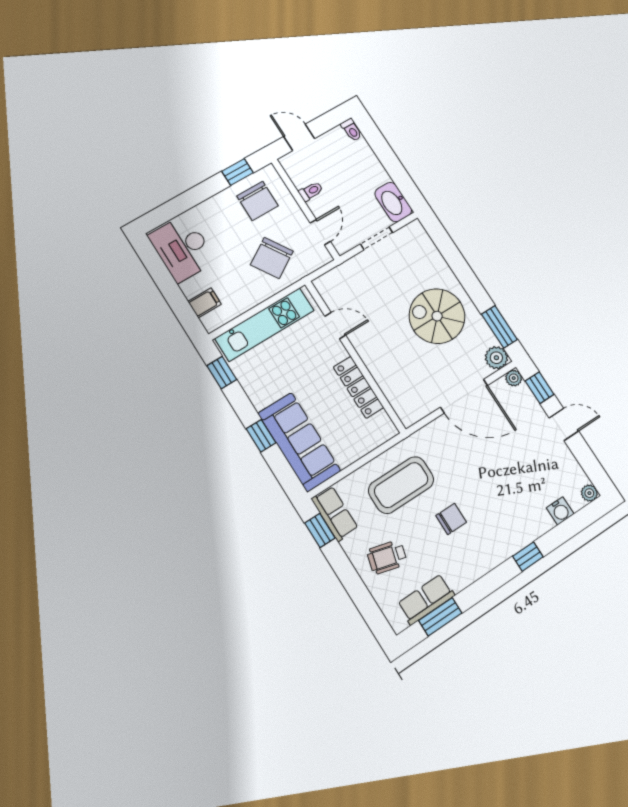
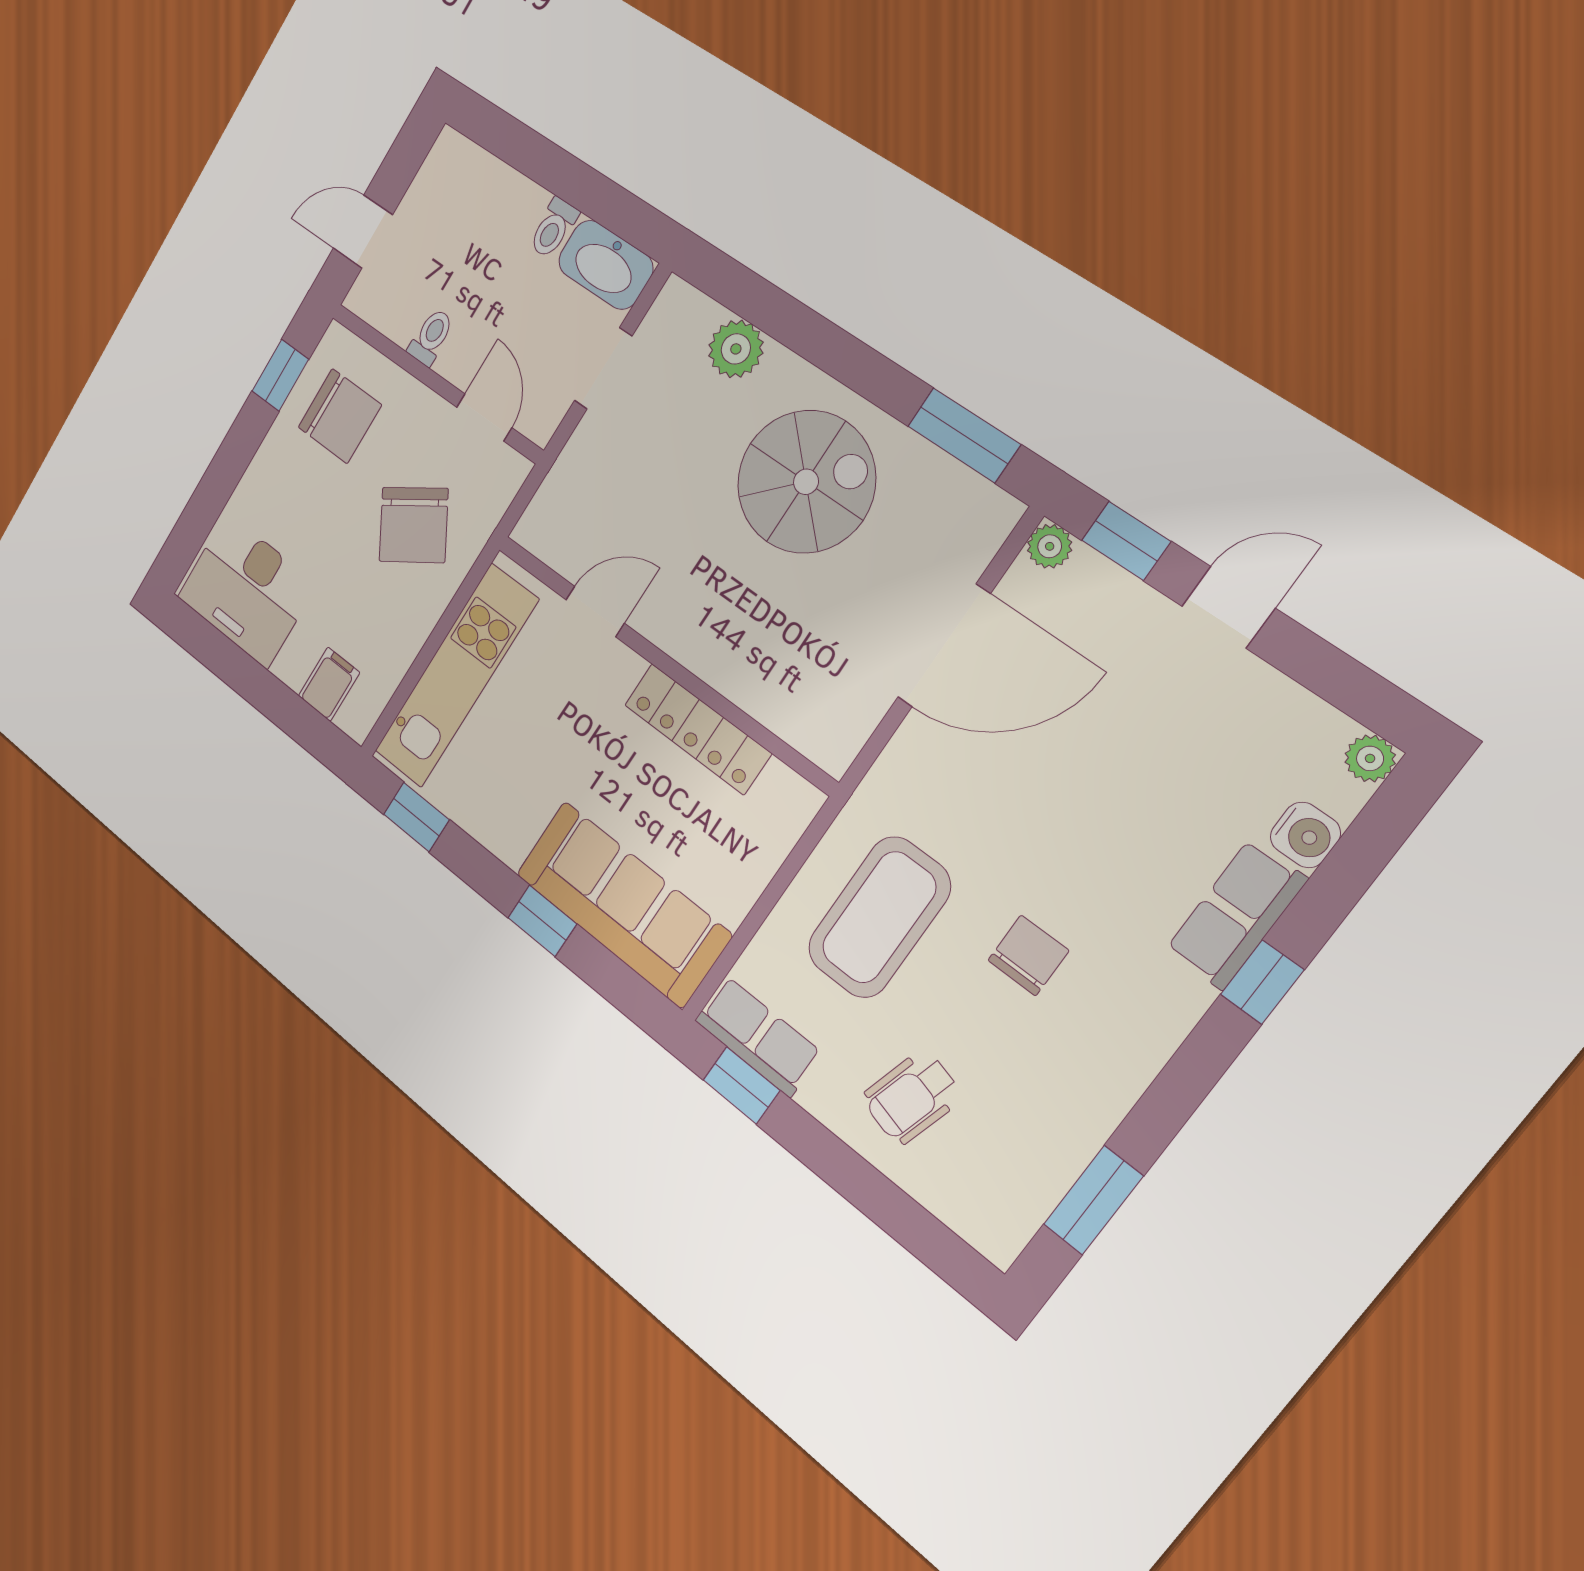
toilet: (352, 130) -> (553, 228), moved, turned 90
spiral stairs: (437, 316) -> (806, 482), turned 180
plant: (496, 358) -> (736, 349), moved
row of seats: (426, 599) -> (1236, 915), moved

